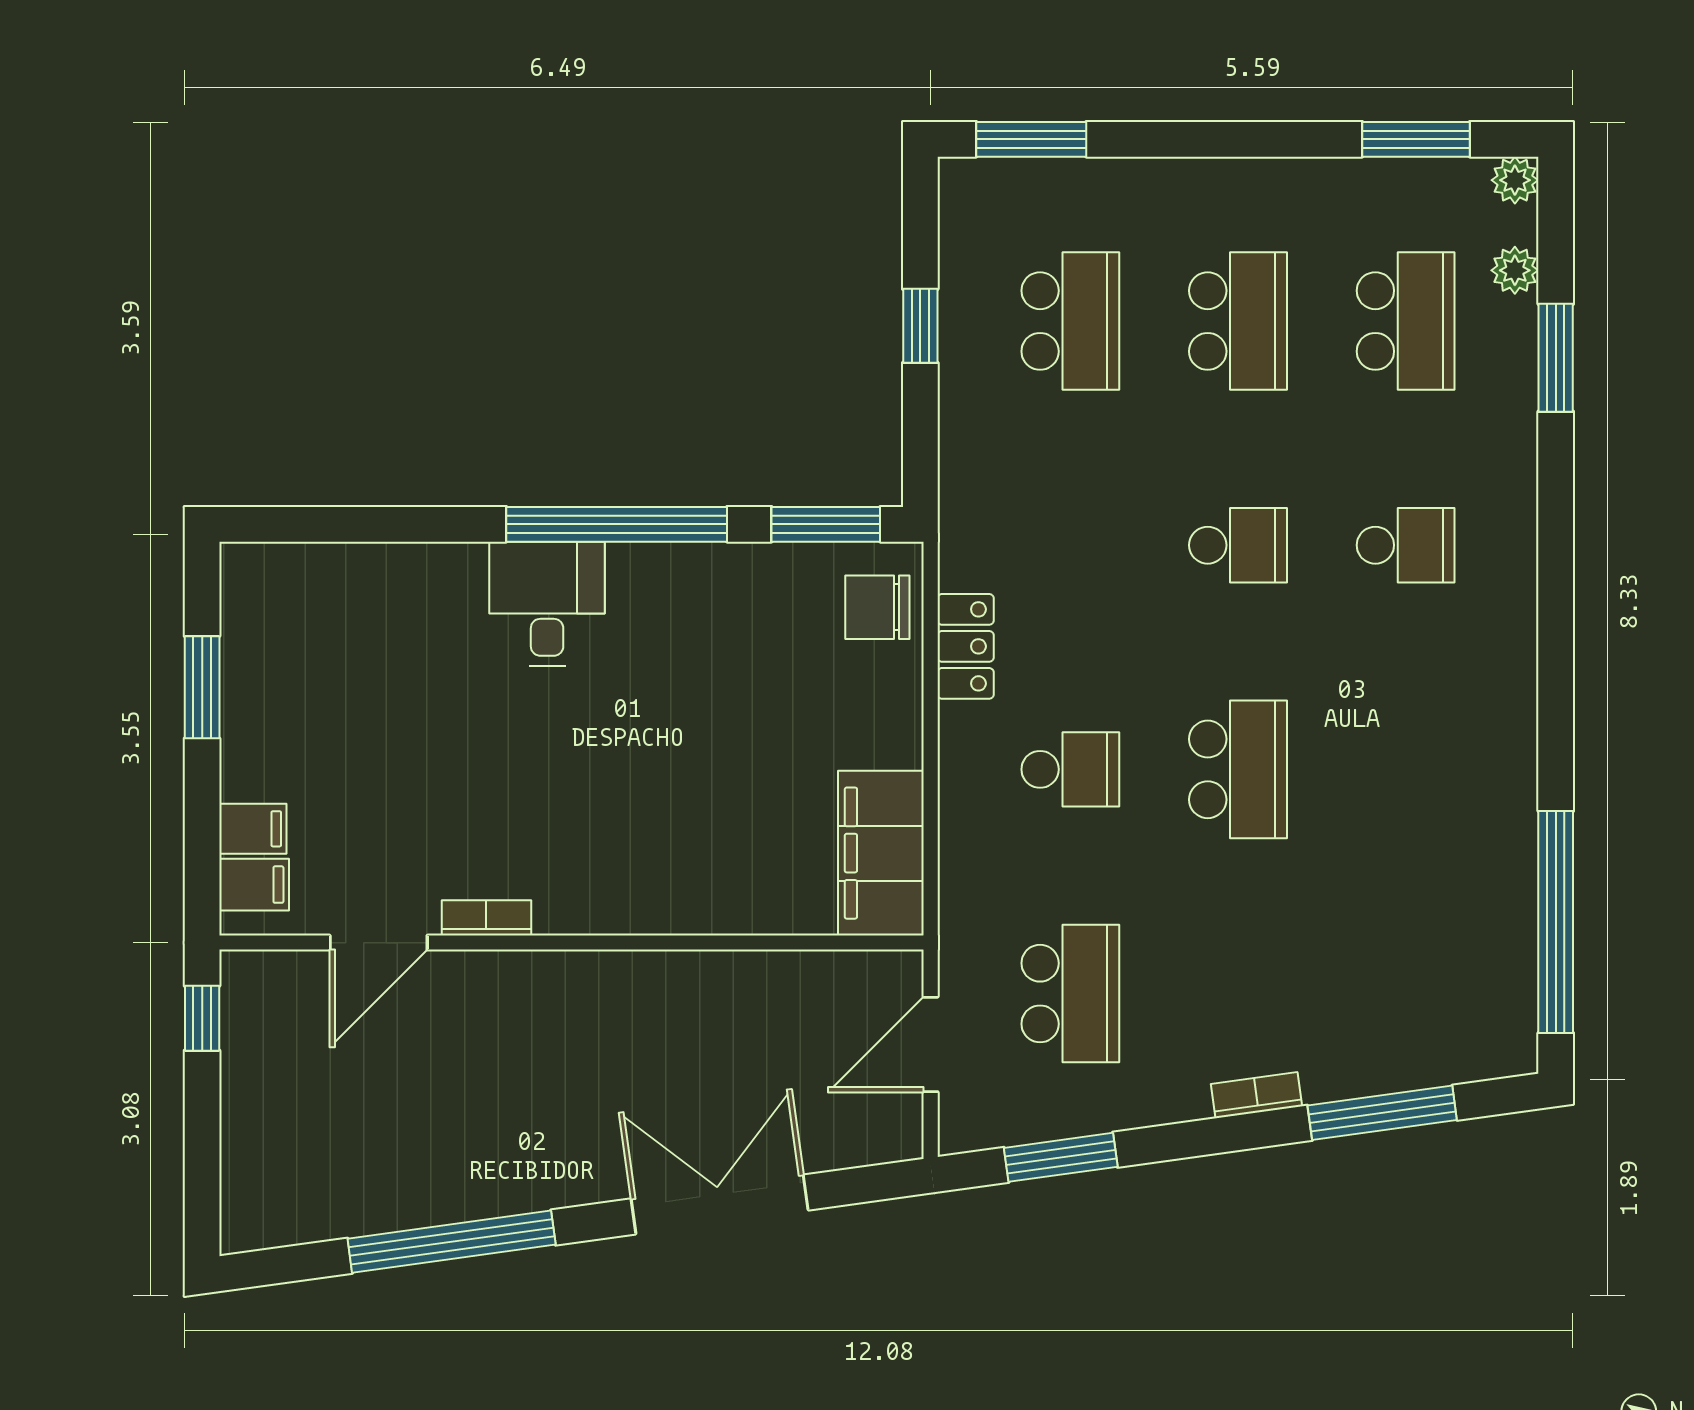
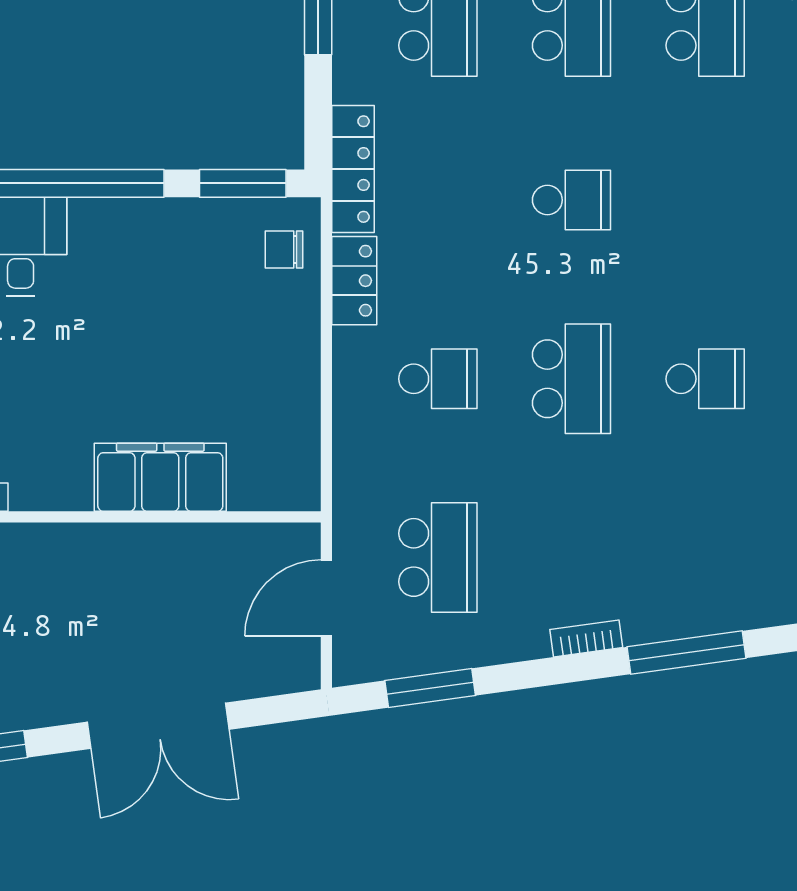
locker: (964, 506) -> (353, 169), added
school desk: (1406, 545) -> (705, 379), moved
chair: (877, 607) -> (284, 250), width x0.73, depth x0.73
filing cabinet: (881, 853) -> (160, 477), moved, turned 90
double door: (720, 1205) -> (158, 726), swing flipped

